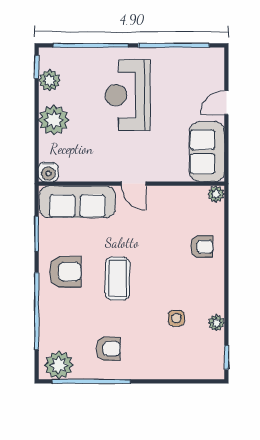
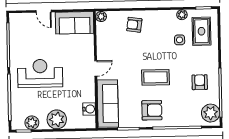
reception desk: (128, 95) -> (40, 73), turned 180
water cooler: (48, 172) -> (89, 109), moved
armchair: (202, 247) -> (134, 25), turned -82
armchair: (65, 272) -> (152, 110), turned 90
rug: (189, 353) -> (202, 31), added

